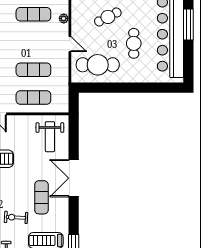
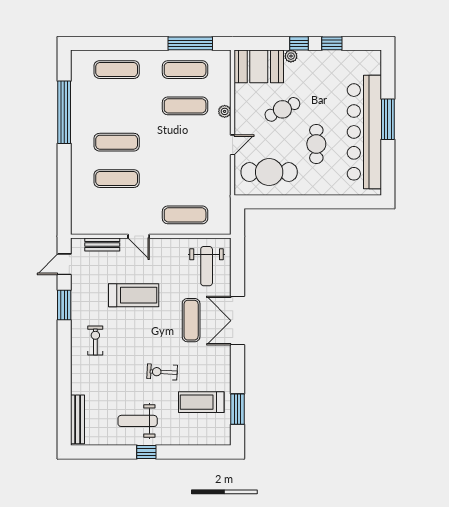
door: (70, 44) -> (233, 145), hinge flipped
exercise mat: (33, 70) -> (185, 179), removed
exercise mat: (41, 197) -> (191, 320), moved

